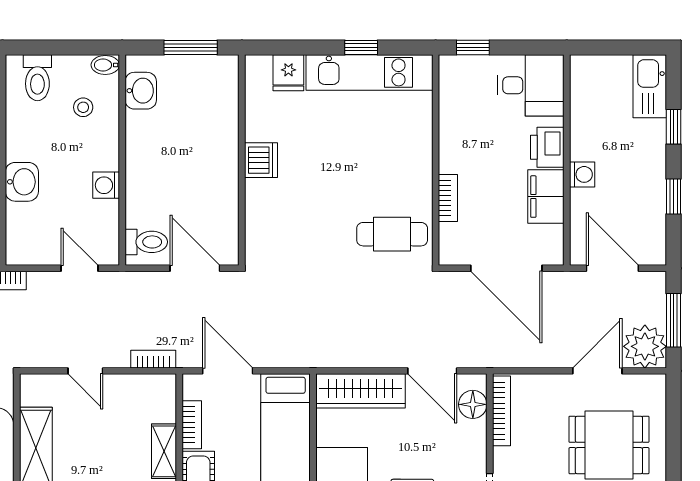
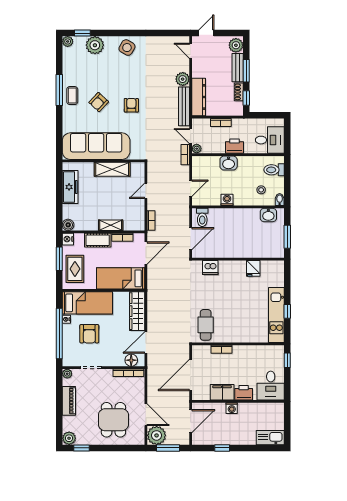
fridge: (288, 73) -> (253, 268), moved, turned -90
window: (674, 127) -> (253, 448), removed
dishwasher: (261, 160) -> (210, 268), moved

